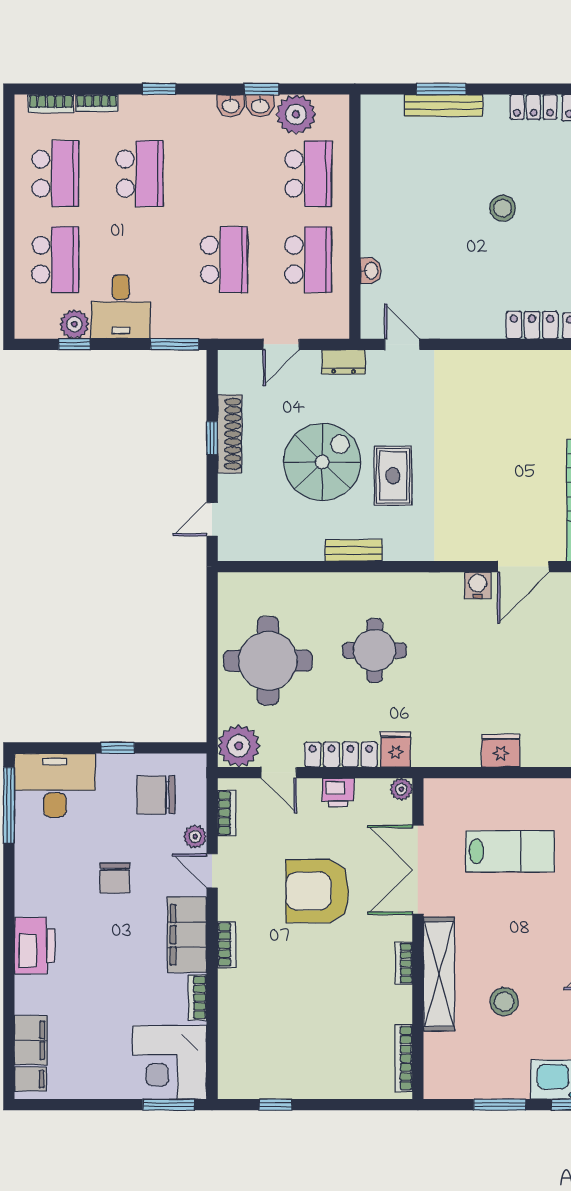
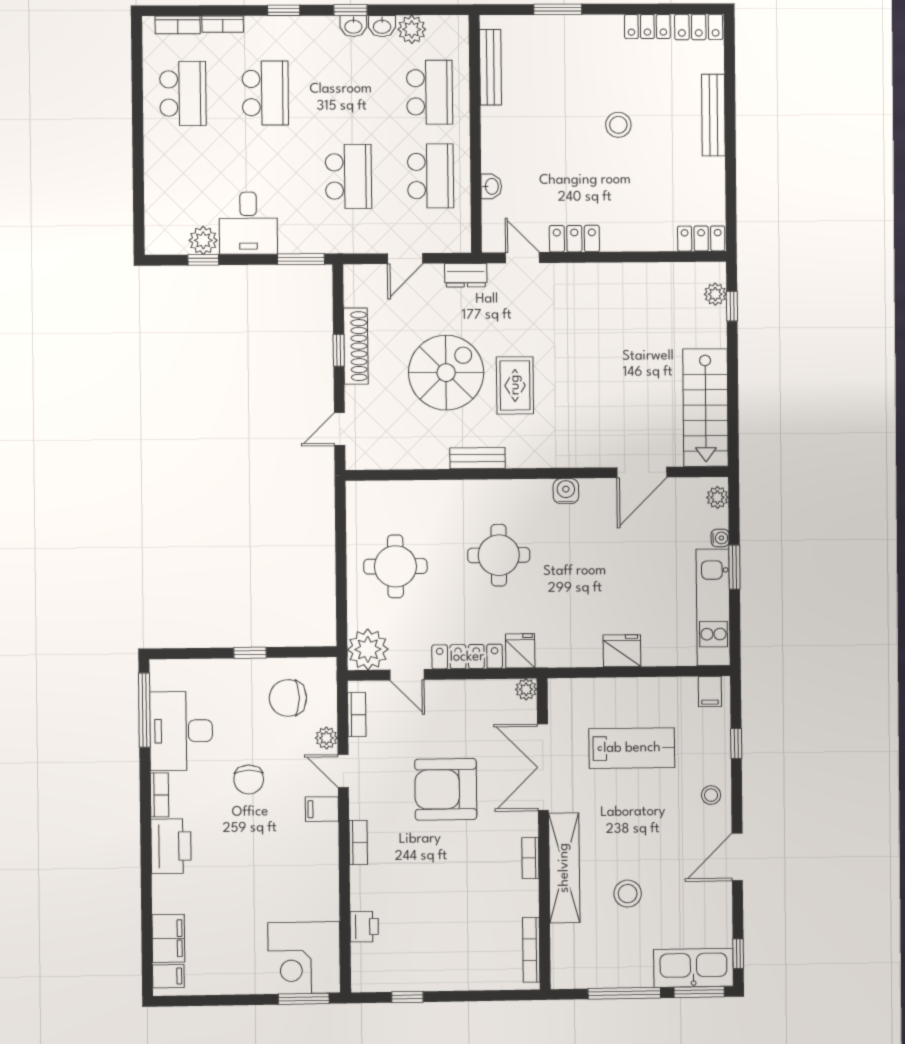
window: (261, 89) -> (350, 10), moved
bench: (444, 105) -> (490, 67), moved, turned 90
plant: (296, 114) -> (412, 29), width x0.73, depth x0.73
school desk: (55, 260) -> (184, 177), removed
locker: (532, 325) -> (574, 239), moved
water cooler: (478, 585) -> (566, 491), moved
round table: (268, 661) -> (395, 566), width x0.73, depth x0.73
desk: (55, 785) -> (181, 731), moved, turned -90
printer: (338, 792) -> (364, 927), moved, turned -90
filing cabinet: (187, 935) -> (322, 809), width x0.33, depth x0.86
bookcase: (197, 997) -> (160, 795), moved, turned 180
window: (500, 1105) -> (624, 993), width x1.44

